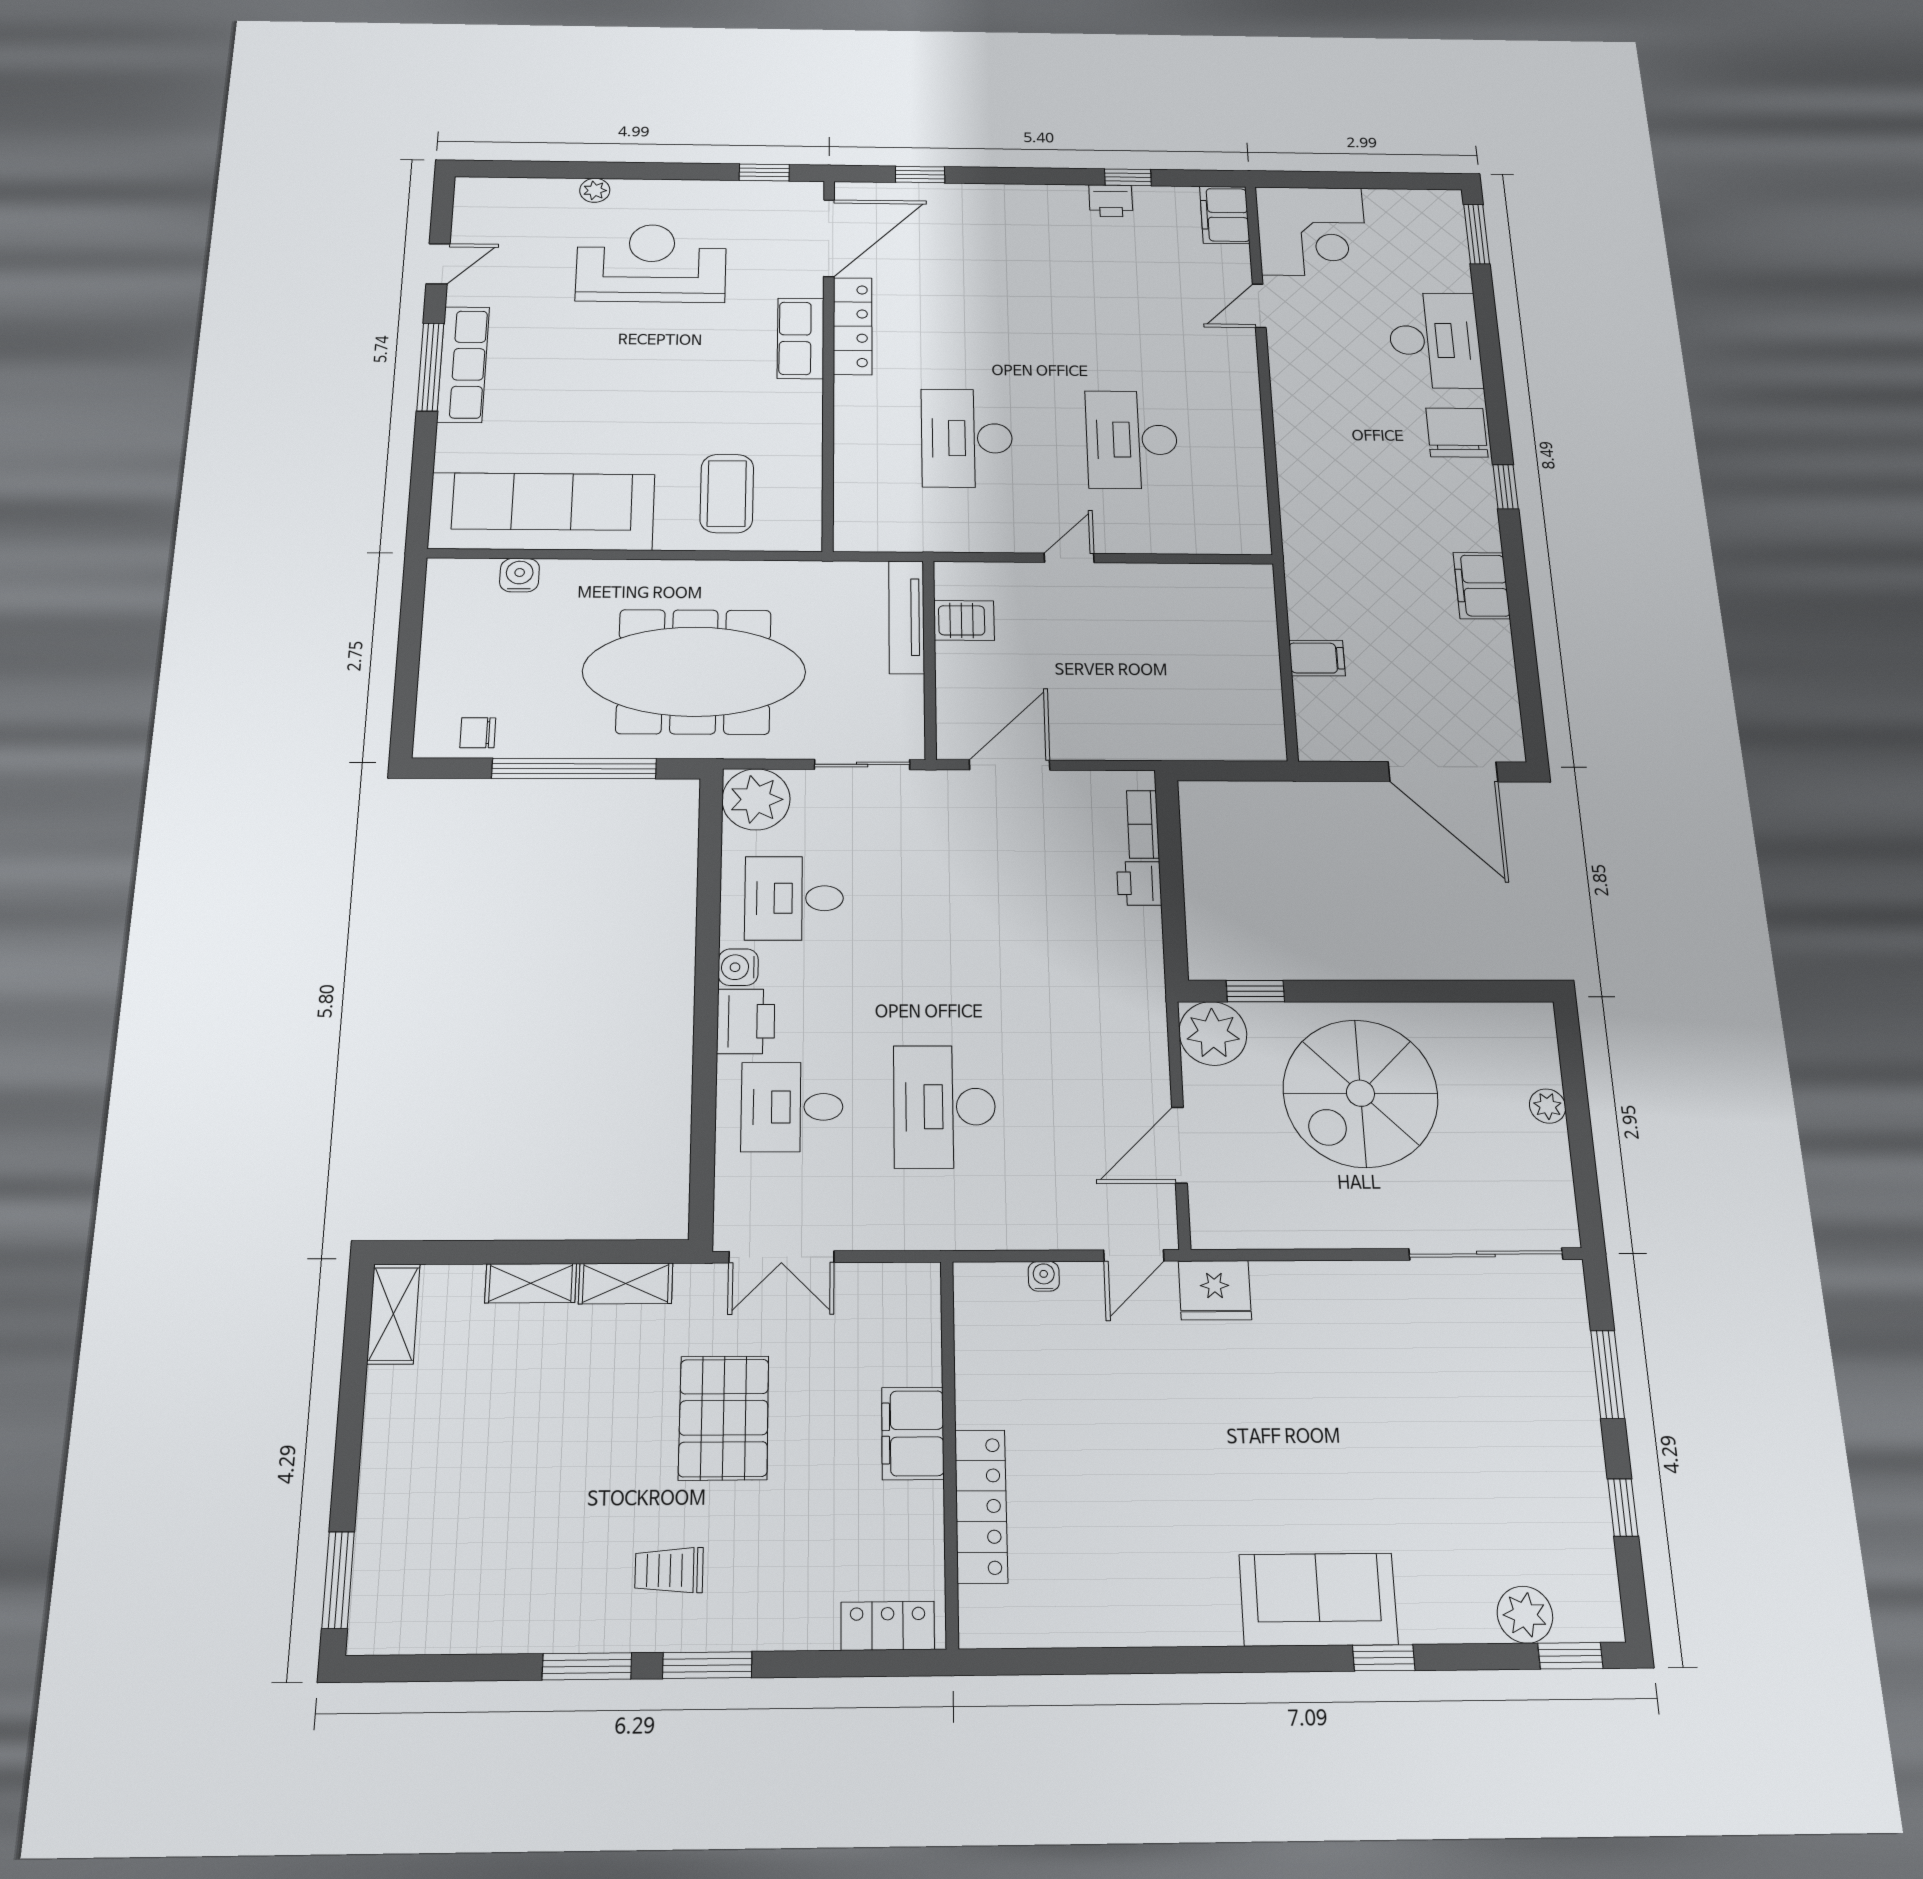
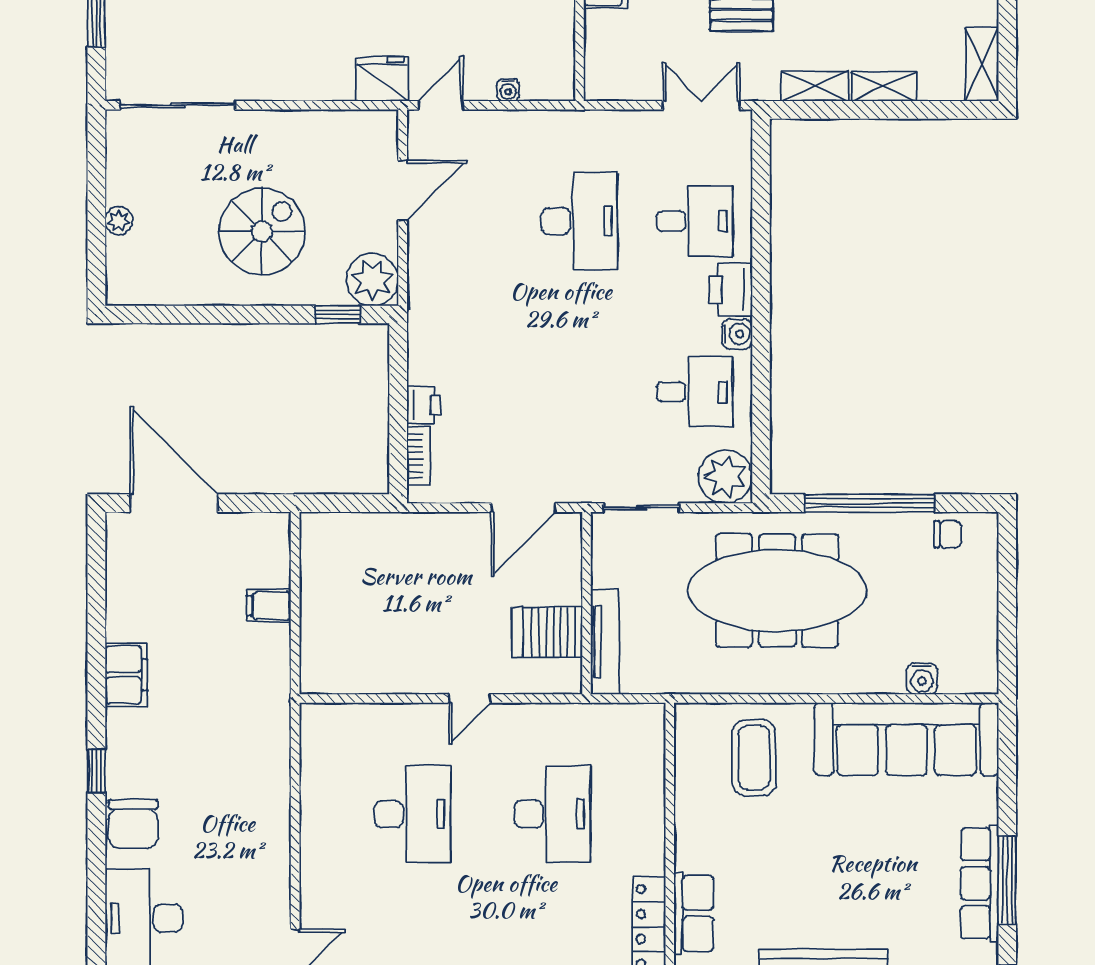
server rack: (964, 620) -> (547, 632), width x1.36, depth x1.44
spiral stairs: (1360, 1093) -> (262, 231), width x0.73, depth x0.73

